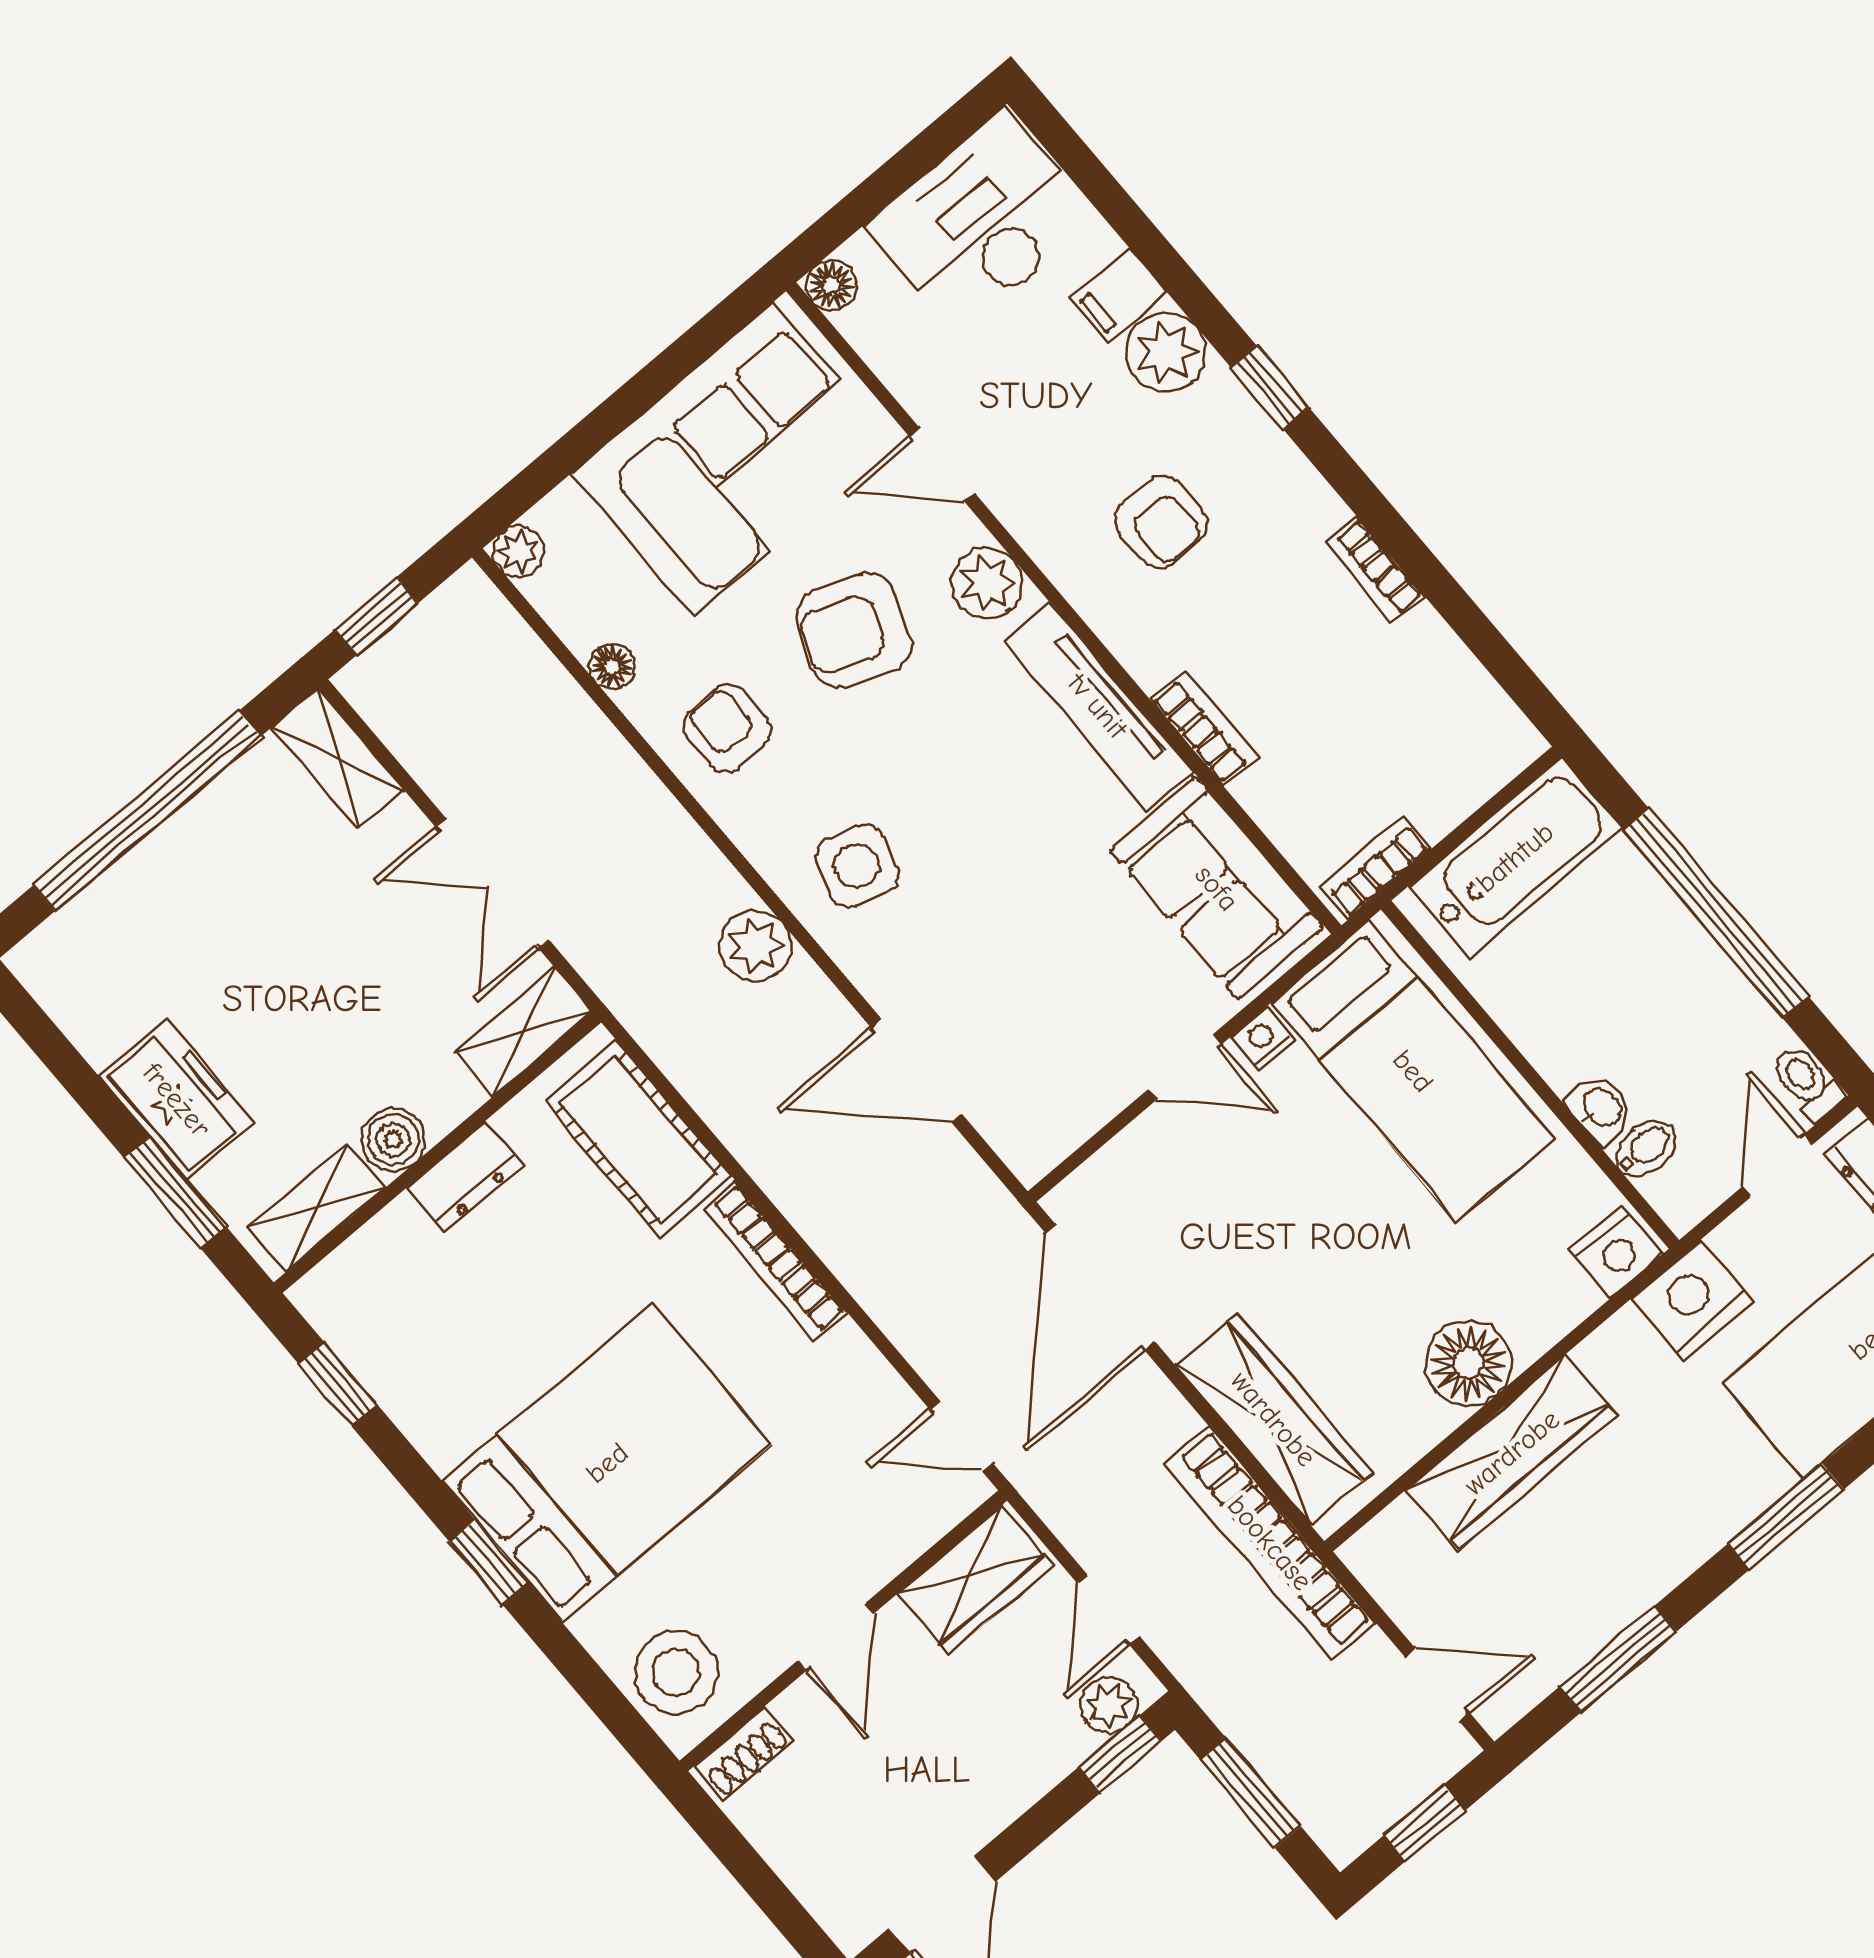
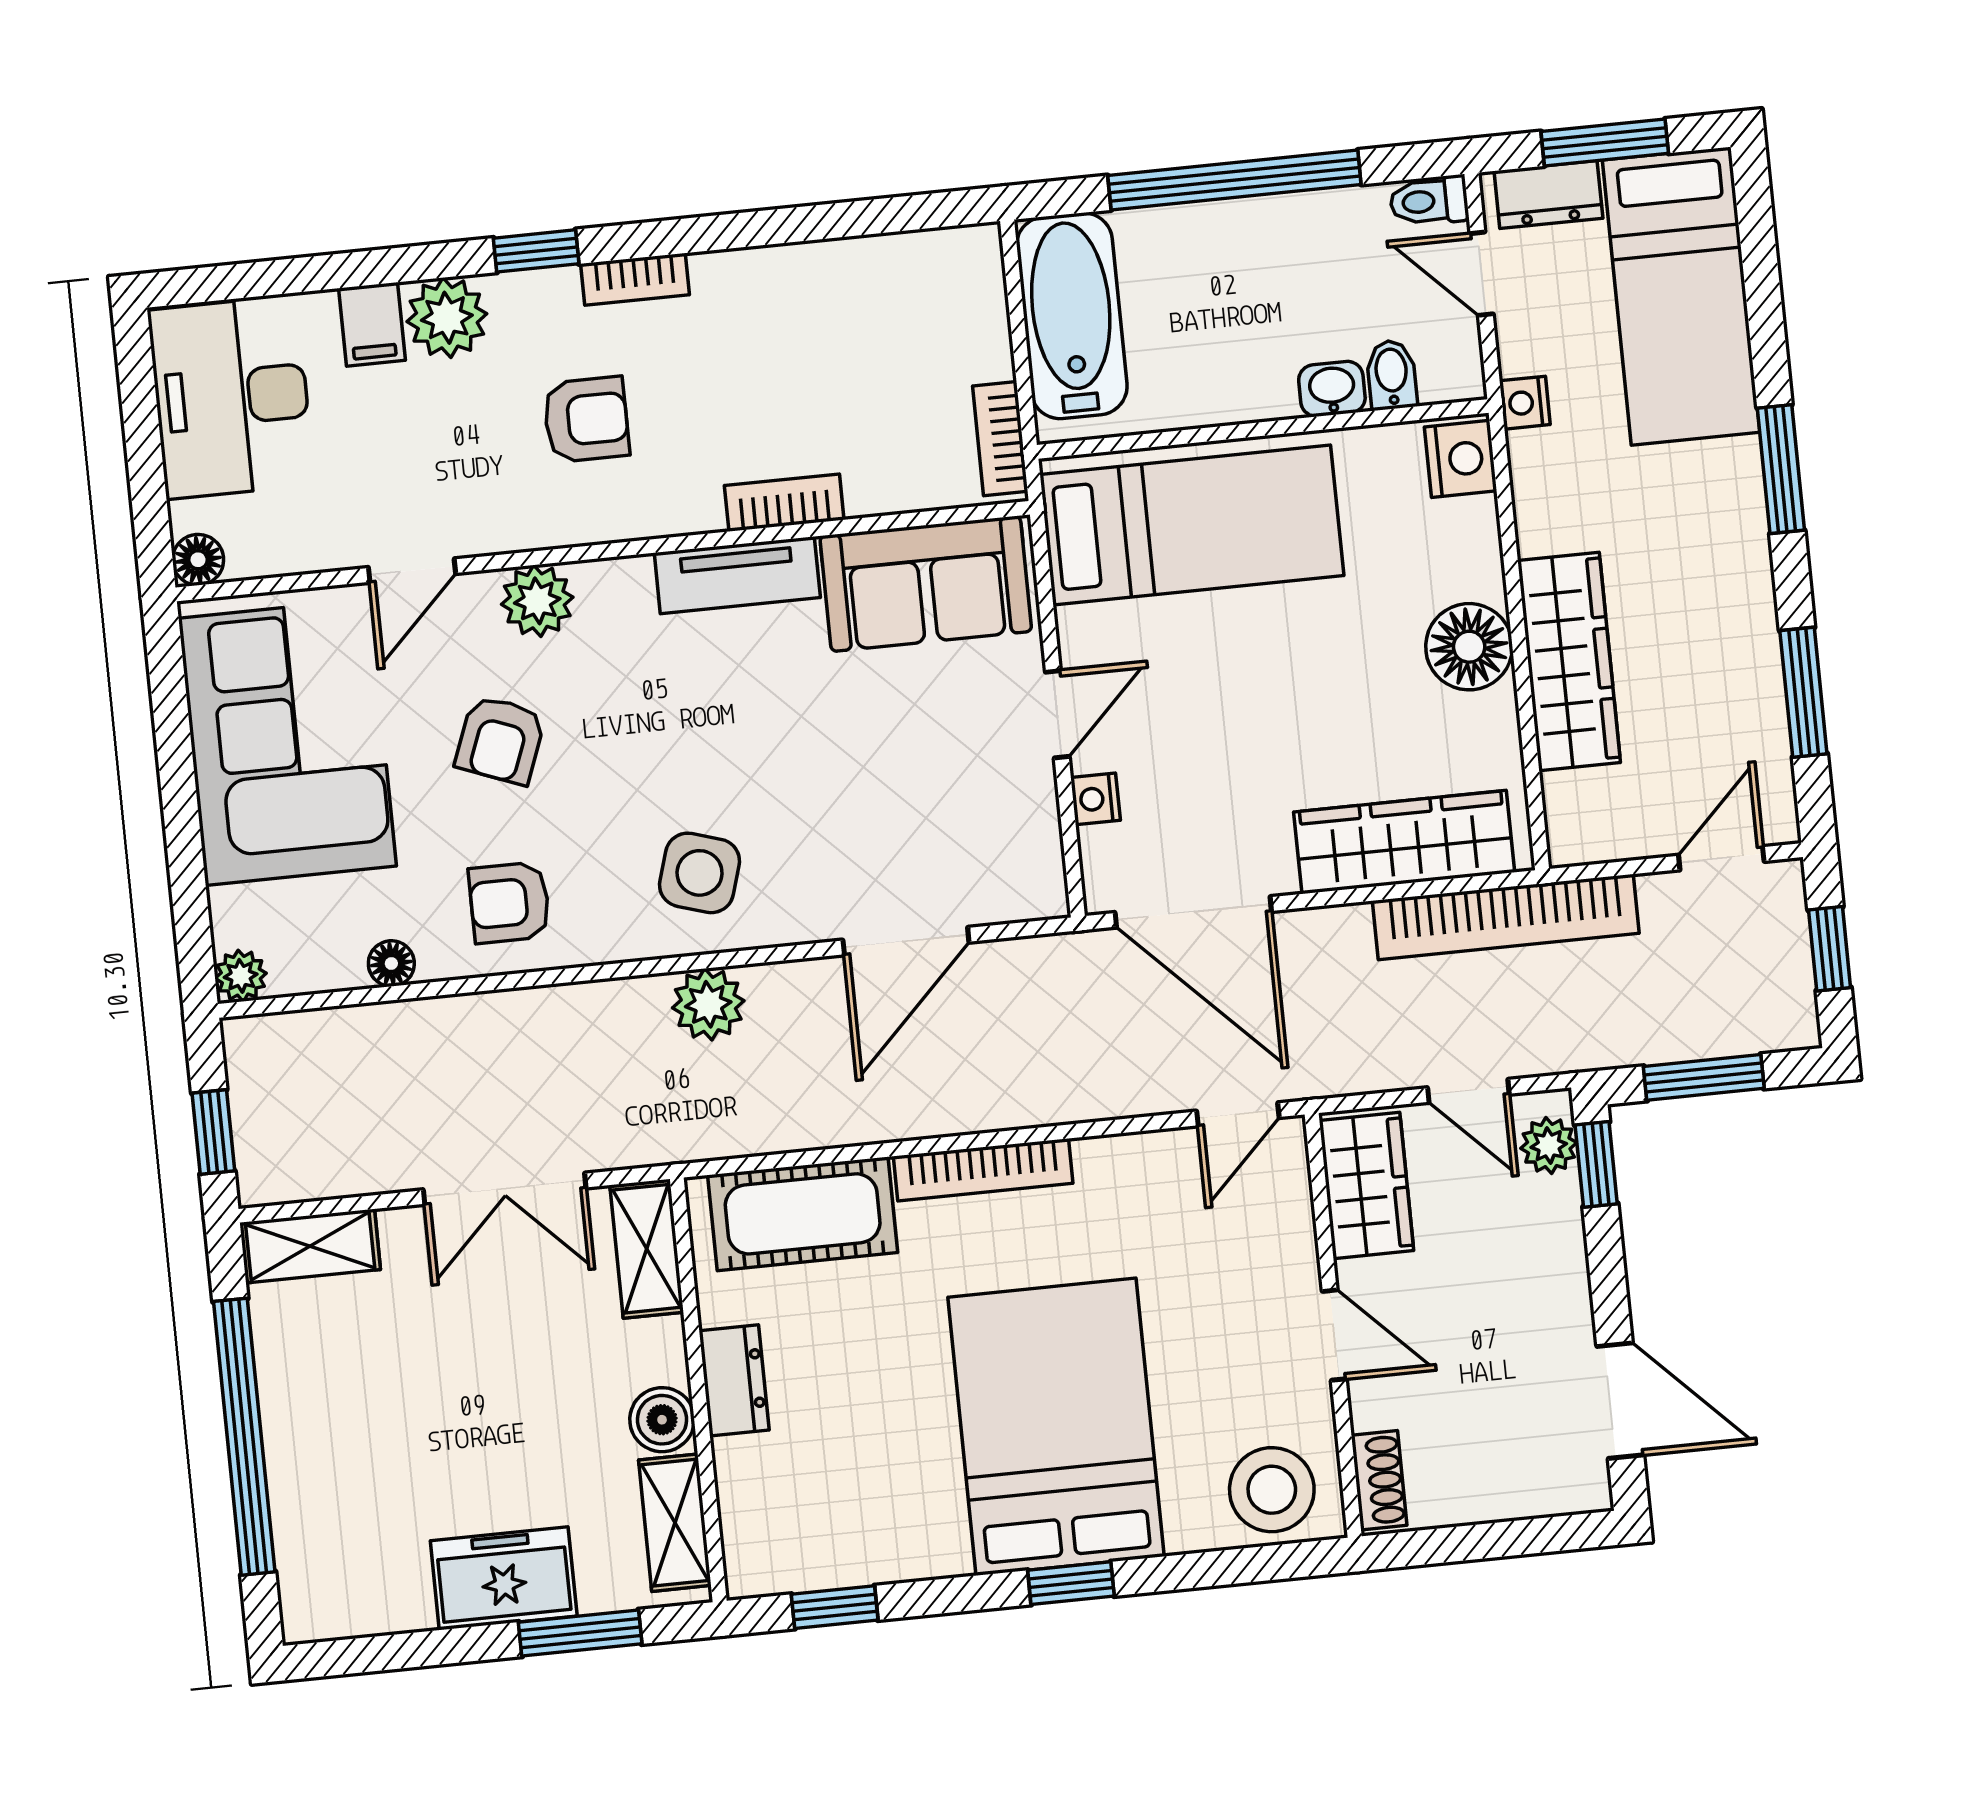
bookcase: (1375, 570) -> (635, 279), moved
armchair: (854, 630) -> (500, 740), width x0.72, depth x0.72
tv unit: (1098, 706) -> (737, 575), width x0.71
nightstand: (1263, 1039) -> (1095, 799), moved
nightstand: (1692, 1300) -> (1525, 403), width x0.53, depth x0.56

